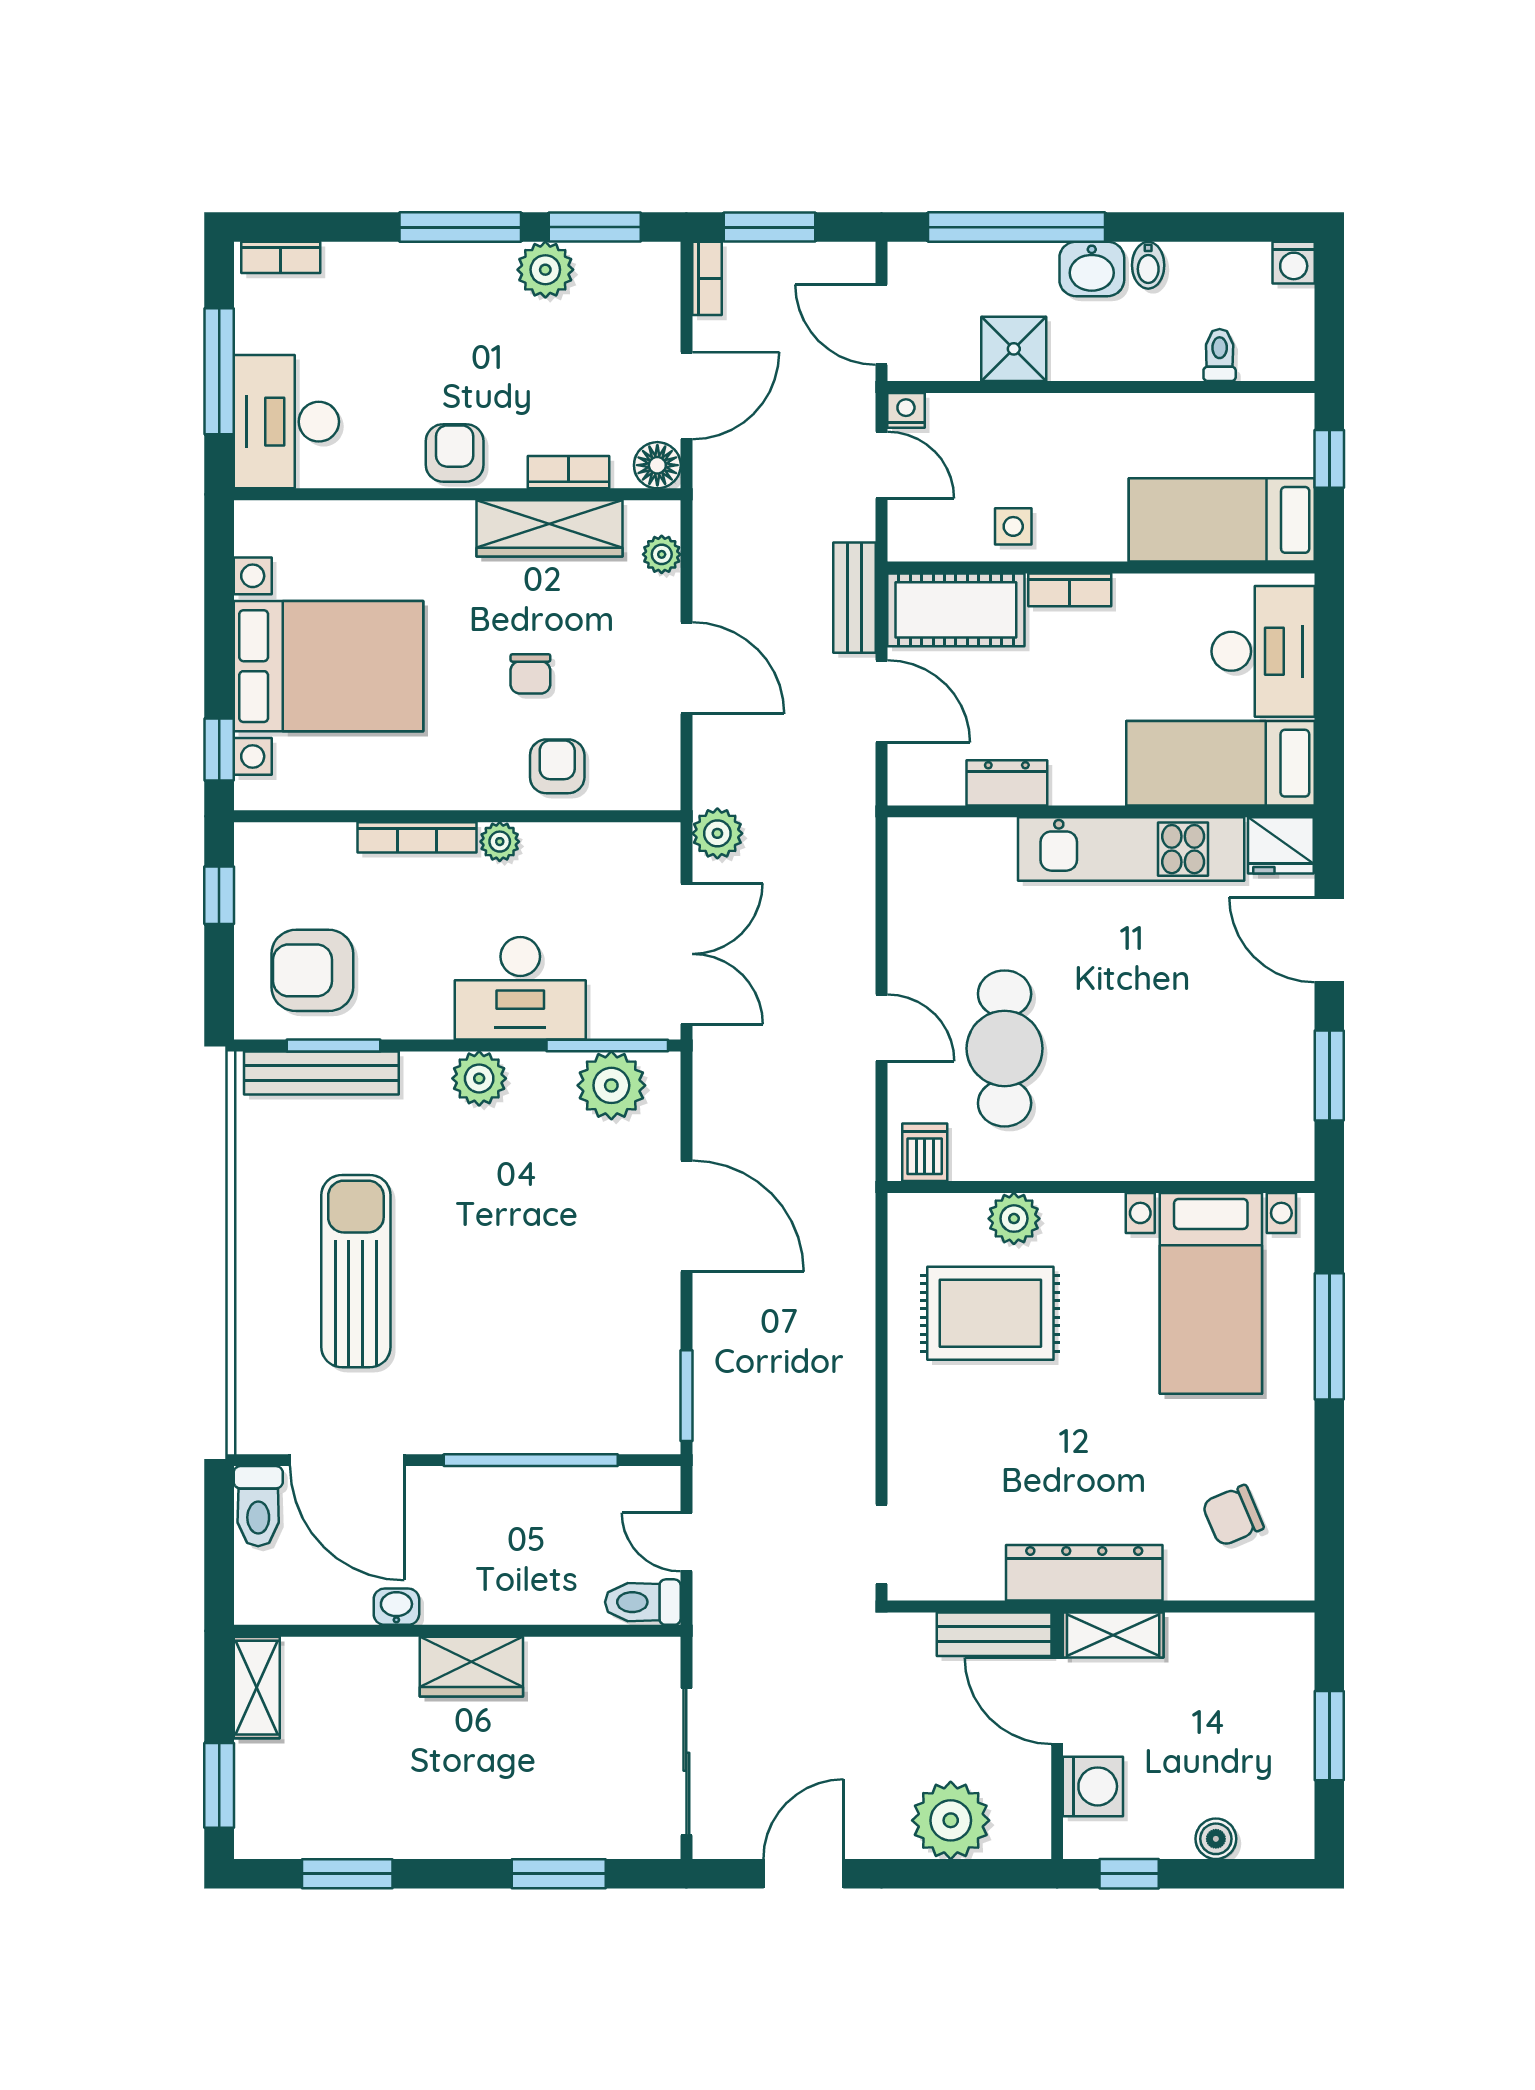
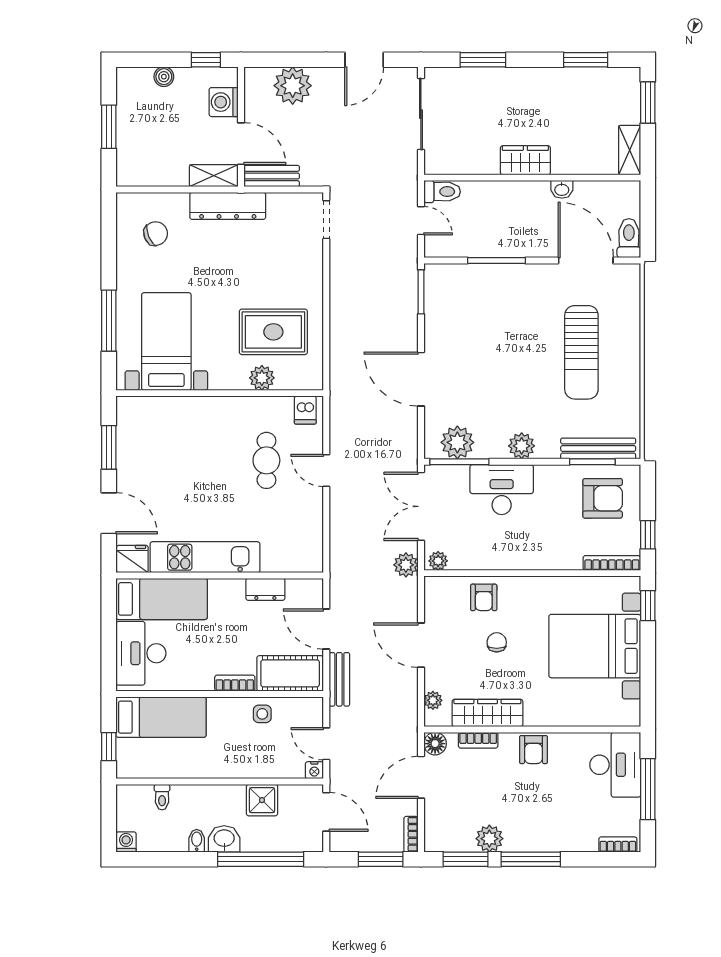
bookcase: (417, 837) -> (612, 563), moved
plant: (500, 842) -> (438, 561), moved
cafe table: (1005, 1048) -> (266, 460), width x0.73, depth x0.74
window: (531, 1460) -> (497, 261), width x0.68

